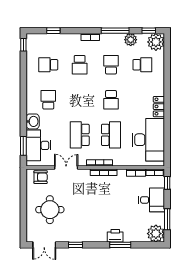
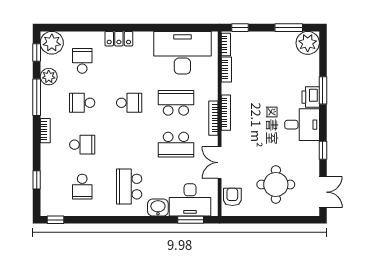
school desk: (48, 100) -> (129, 187), width x1.85
locker: (159, 107) -> (119, 39), moved
desk: (152, 200) -> (302, 125), moved, turned 90

